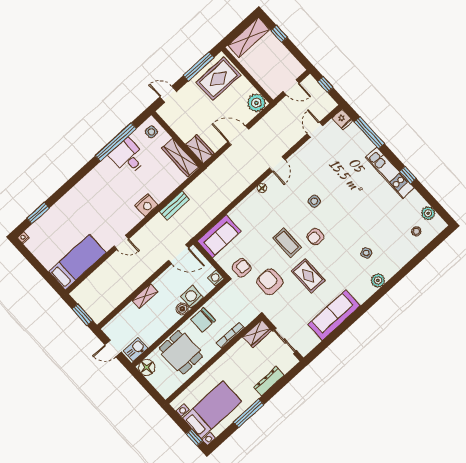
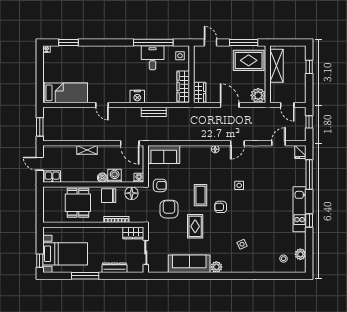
shelving: (249, 37) -> (277, 66), moved, turned 90
plant: (378, 280) -> (216, 267), moved
floor lamp: (147, 367) -> (132, 193), moved

